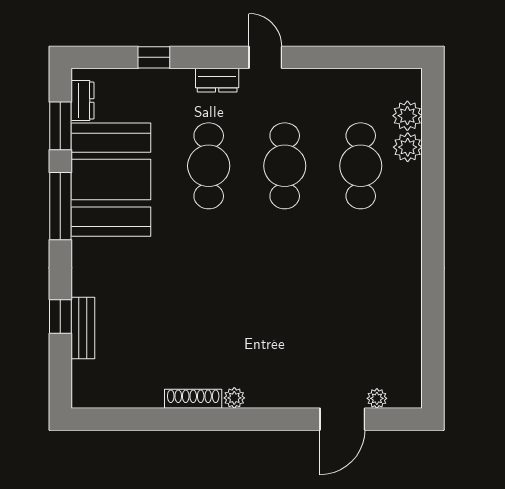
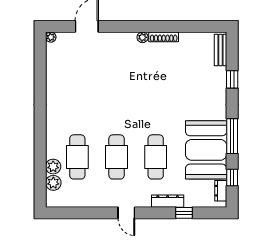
dresser: (217, 80) -> (168, 201), moved, width x1.44
window: (60, 126) -> (232, 178), width x0.67
bench: (83, 328) -> (221, 50), moved
plant: (377, 398) -> (51, 37), moved

